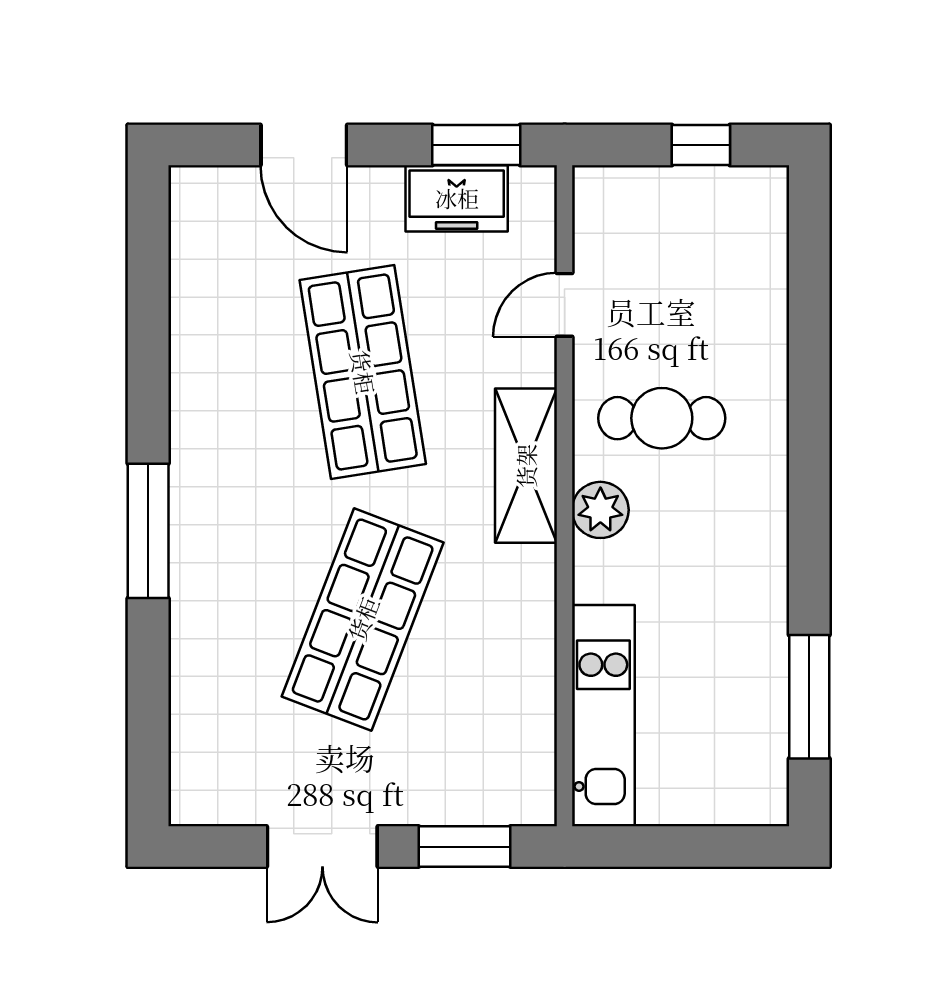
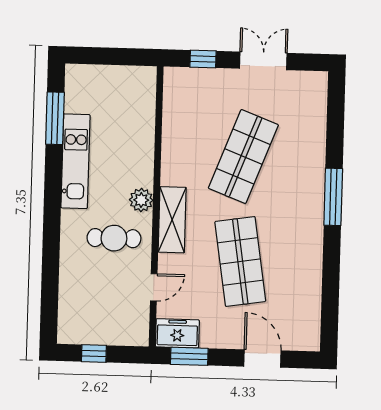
freezer: (457, 198) -> (177, 333), moved
kitchen unit: (603, 716) -> (75, 161), moved, turned 180
window: (465, 847) -> (203, 59), width x0.67

